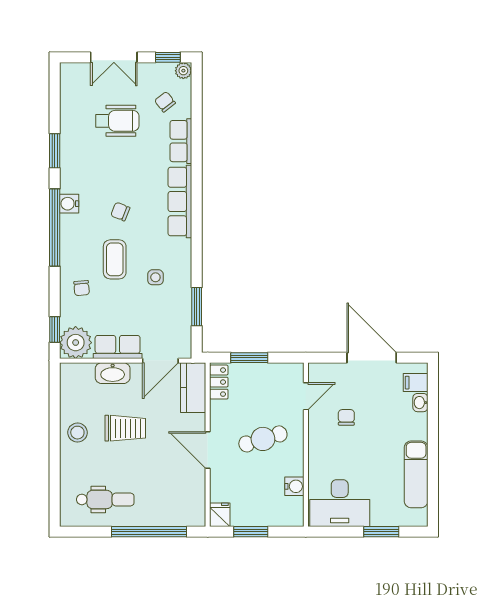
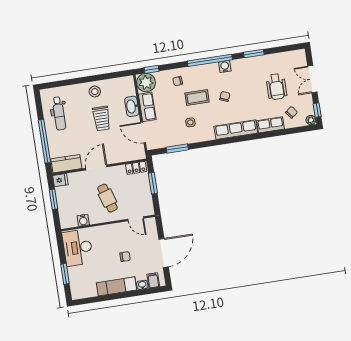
kitchen counter: (193, 388) -> (66, 164), moved
chair: (346, 417) -> (125, 257), moved
exam couch: (416, 474) -> (117, 286), moved

